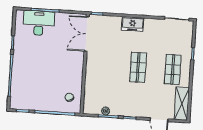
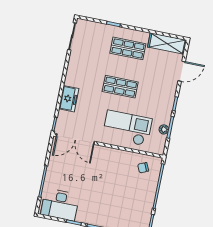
desk: (39, 23) -> (60, 205), moved, turned -90
freezer: (133, 24) -> (69, 99), moved
checkout: (102, 78) -> (127, 128), added

